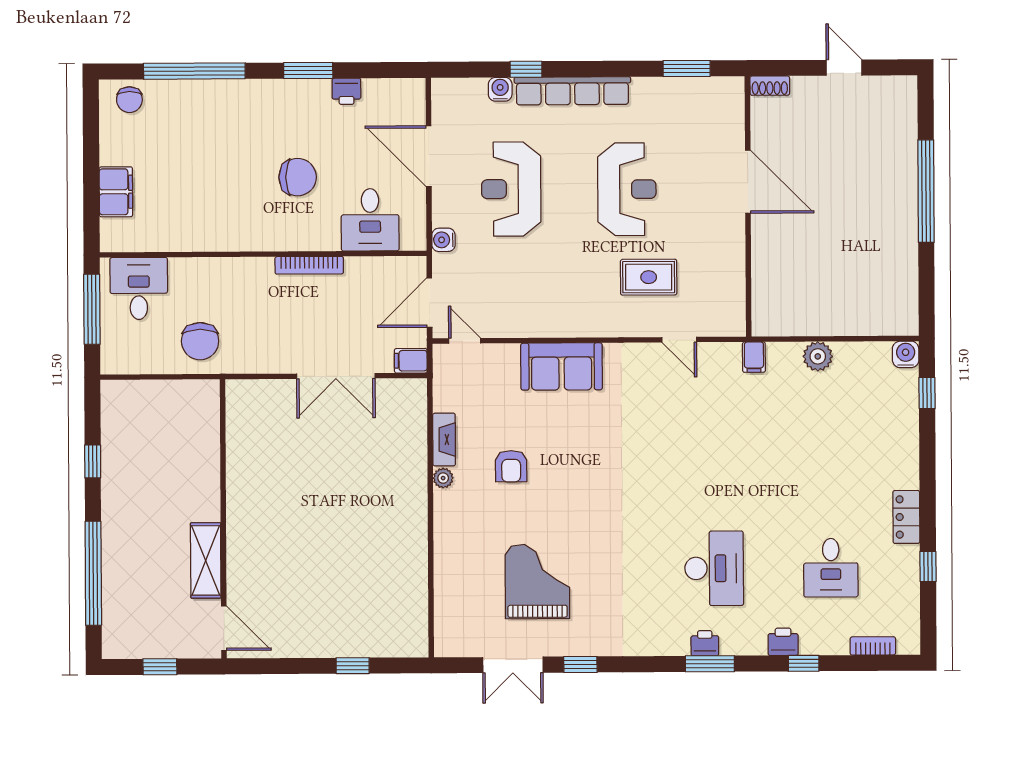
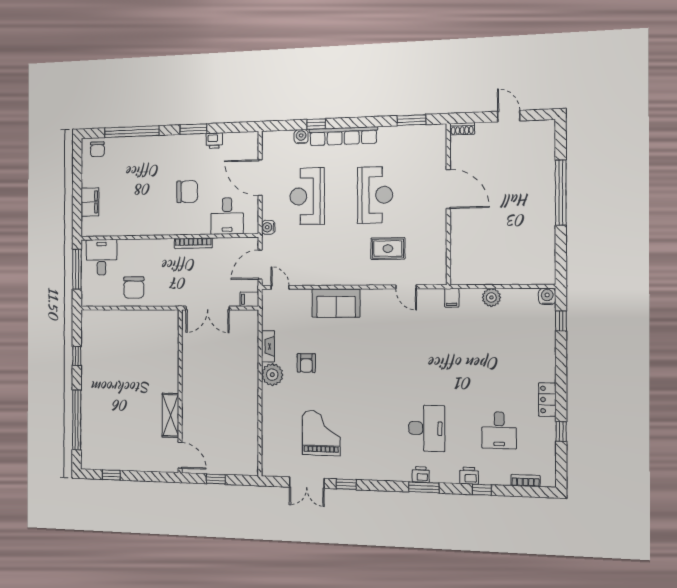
plant: (443, 478) -> (272, 375), width x1.88, depth x1.88
wall: (223, 519) -> (180, 391), moved
shelving: (206, 560) -> (170, 415), moved
door: (224, 628) -> (180, 455), moved

